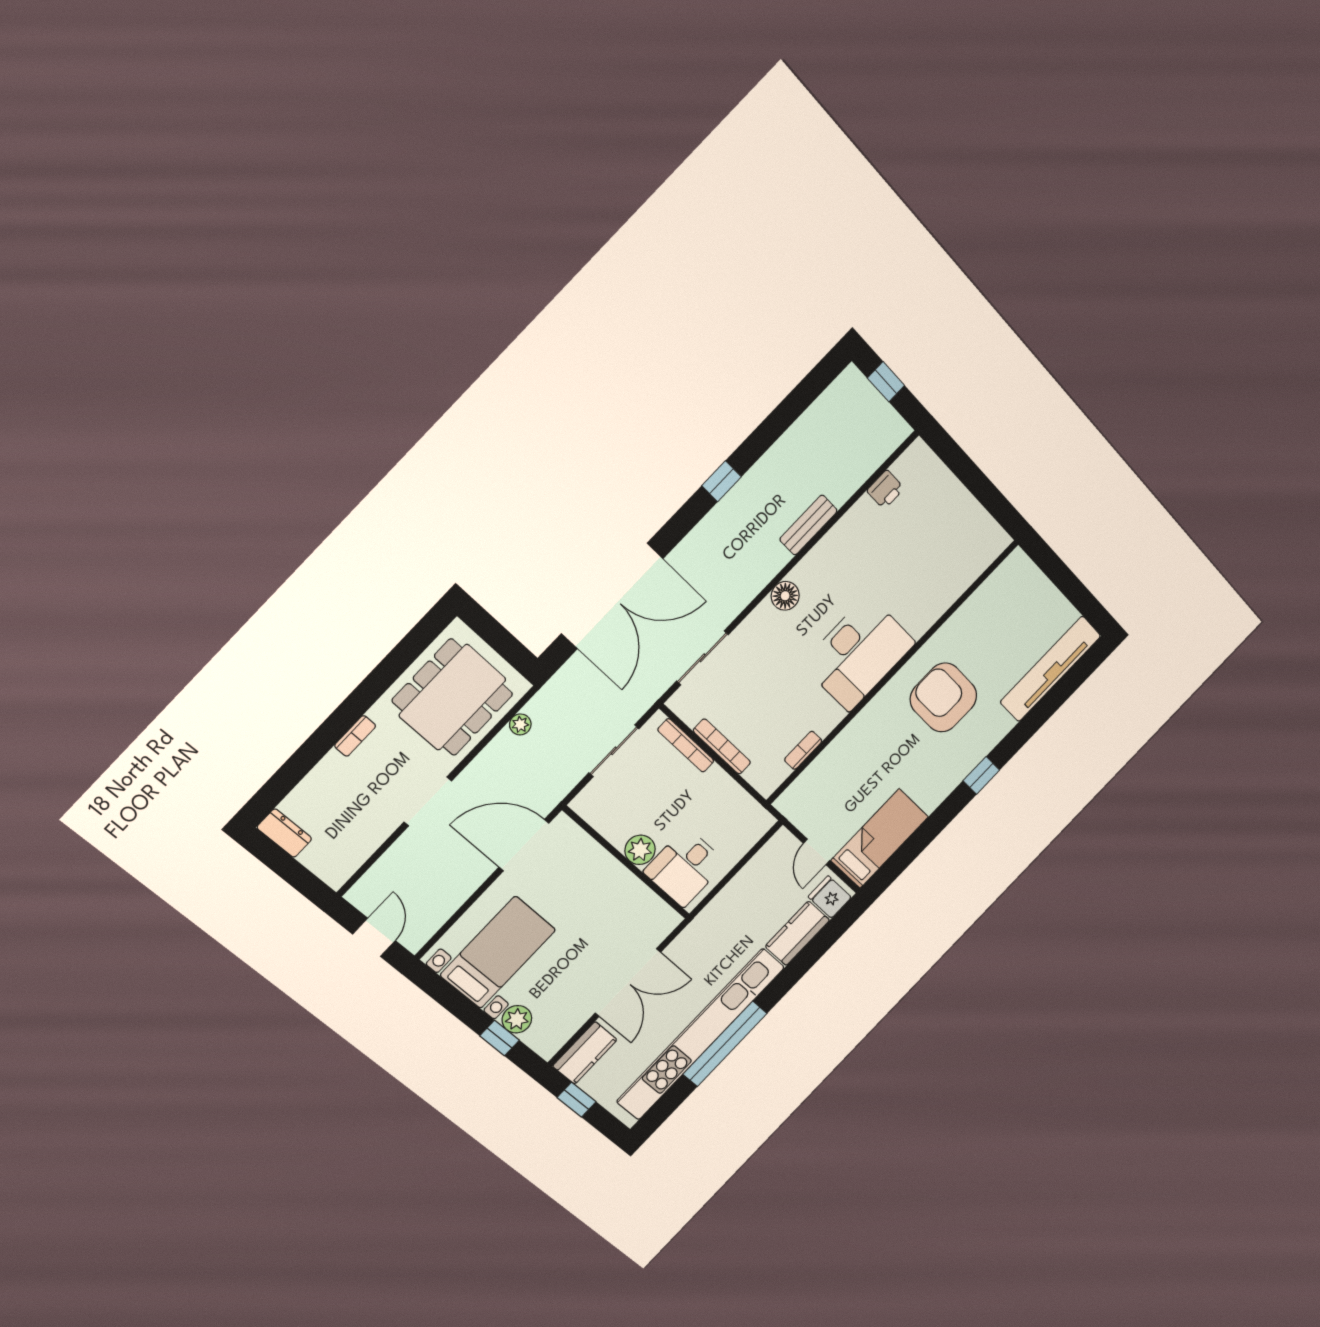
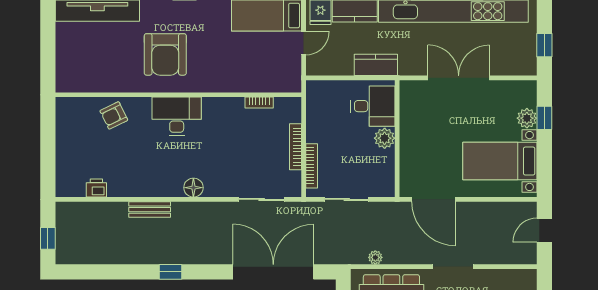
armchair: (938, 583) -> (114, 115), added
desk: (859, 653) -> (177, 116), width x0.73, depth x0.77
kitchen counter: (585, 1053) -> (376, 65), moved

